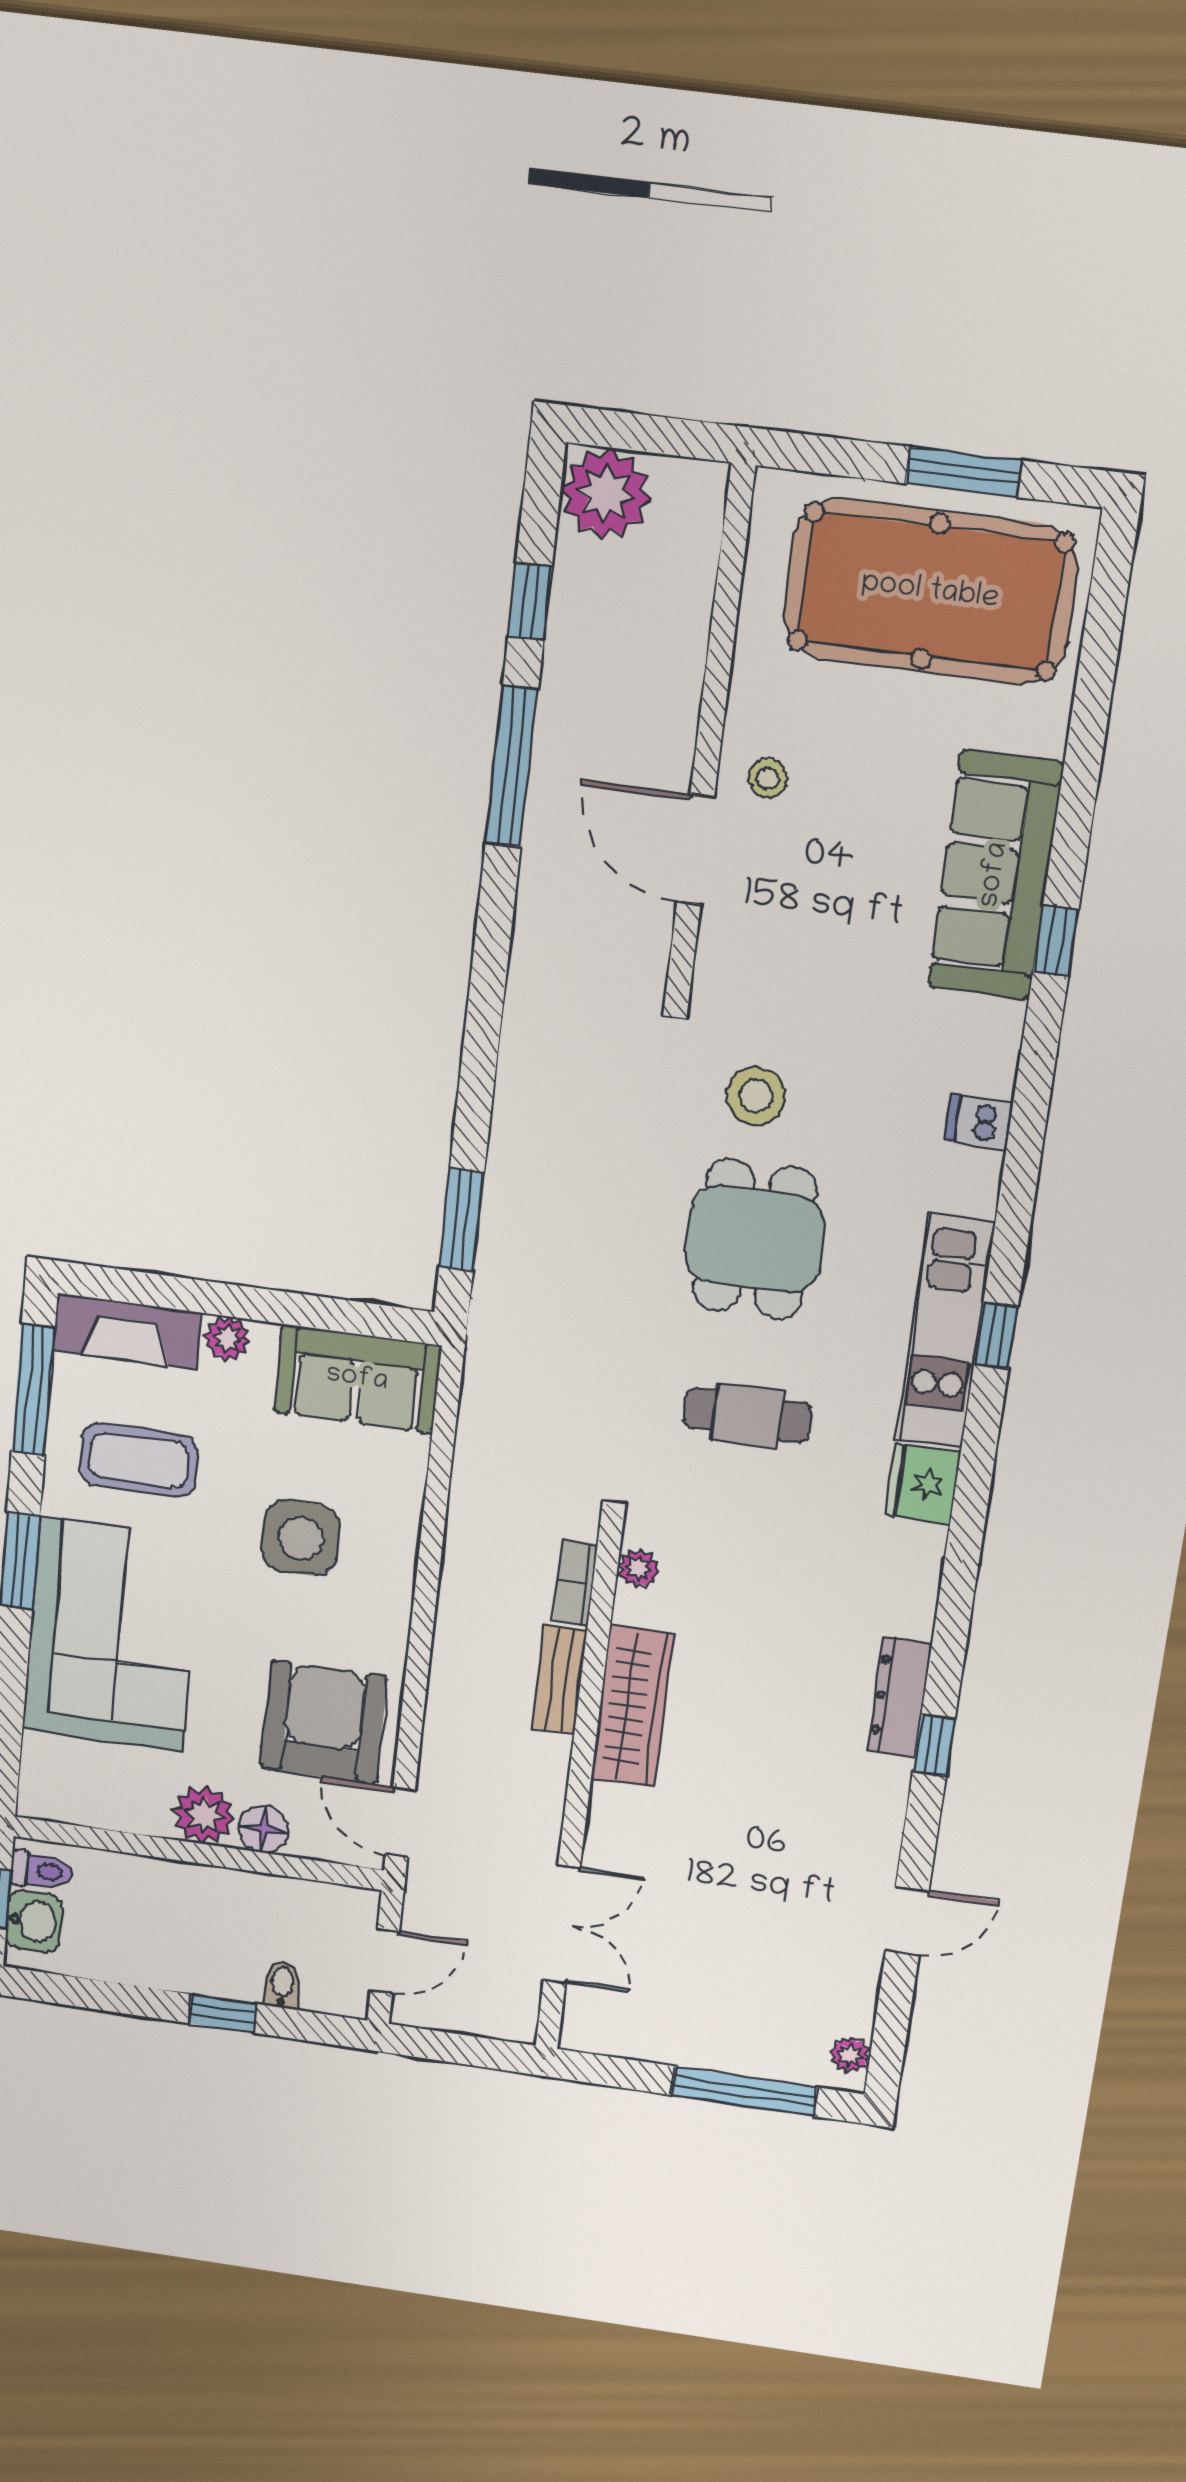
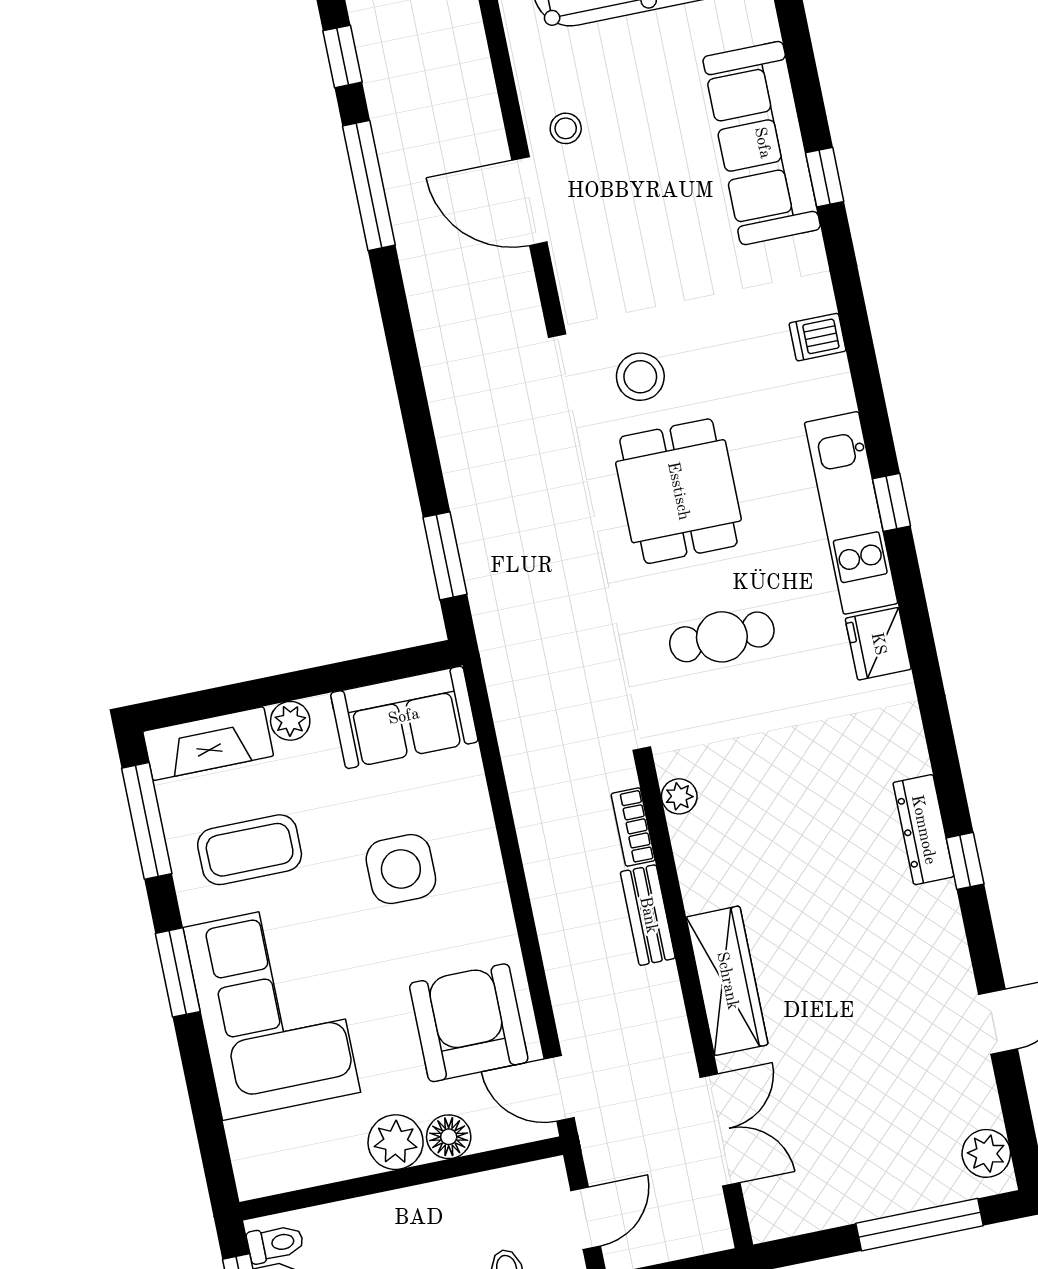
wardrobe: (632, 1707) -> (727, 981), moved
plant: (850, 2055) -> (986, 1153), width x1.38, depth x1.38

